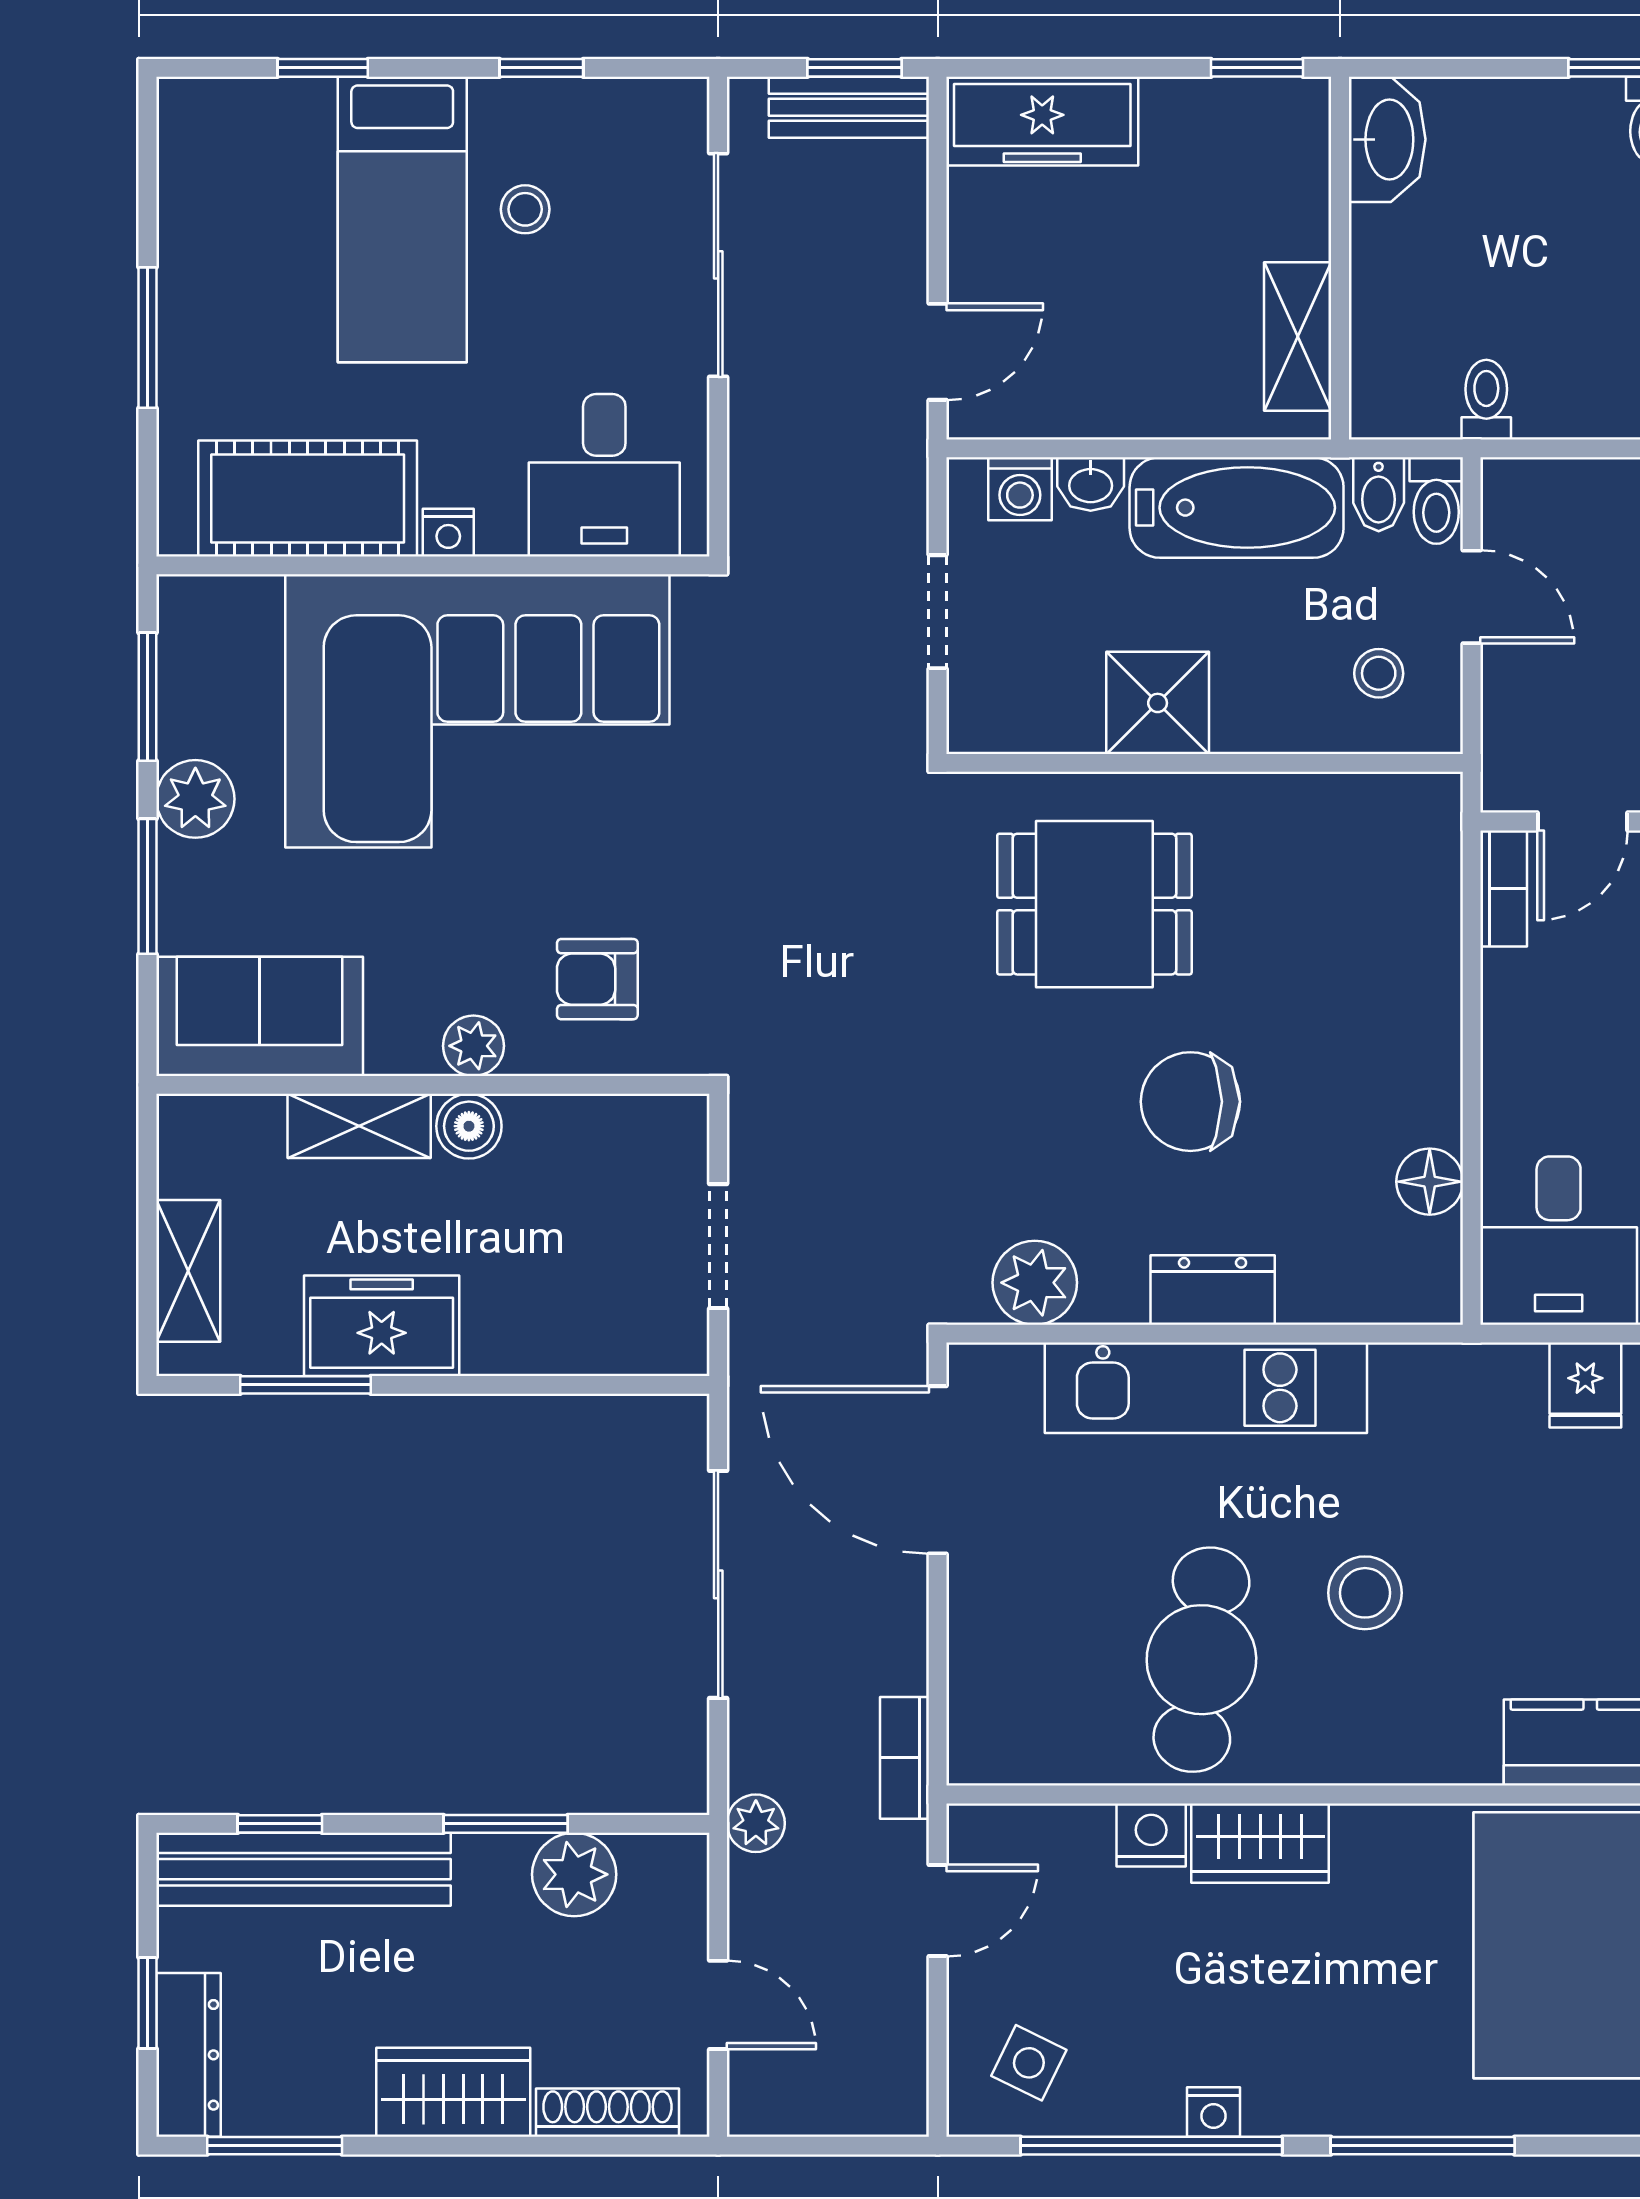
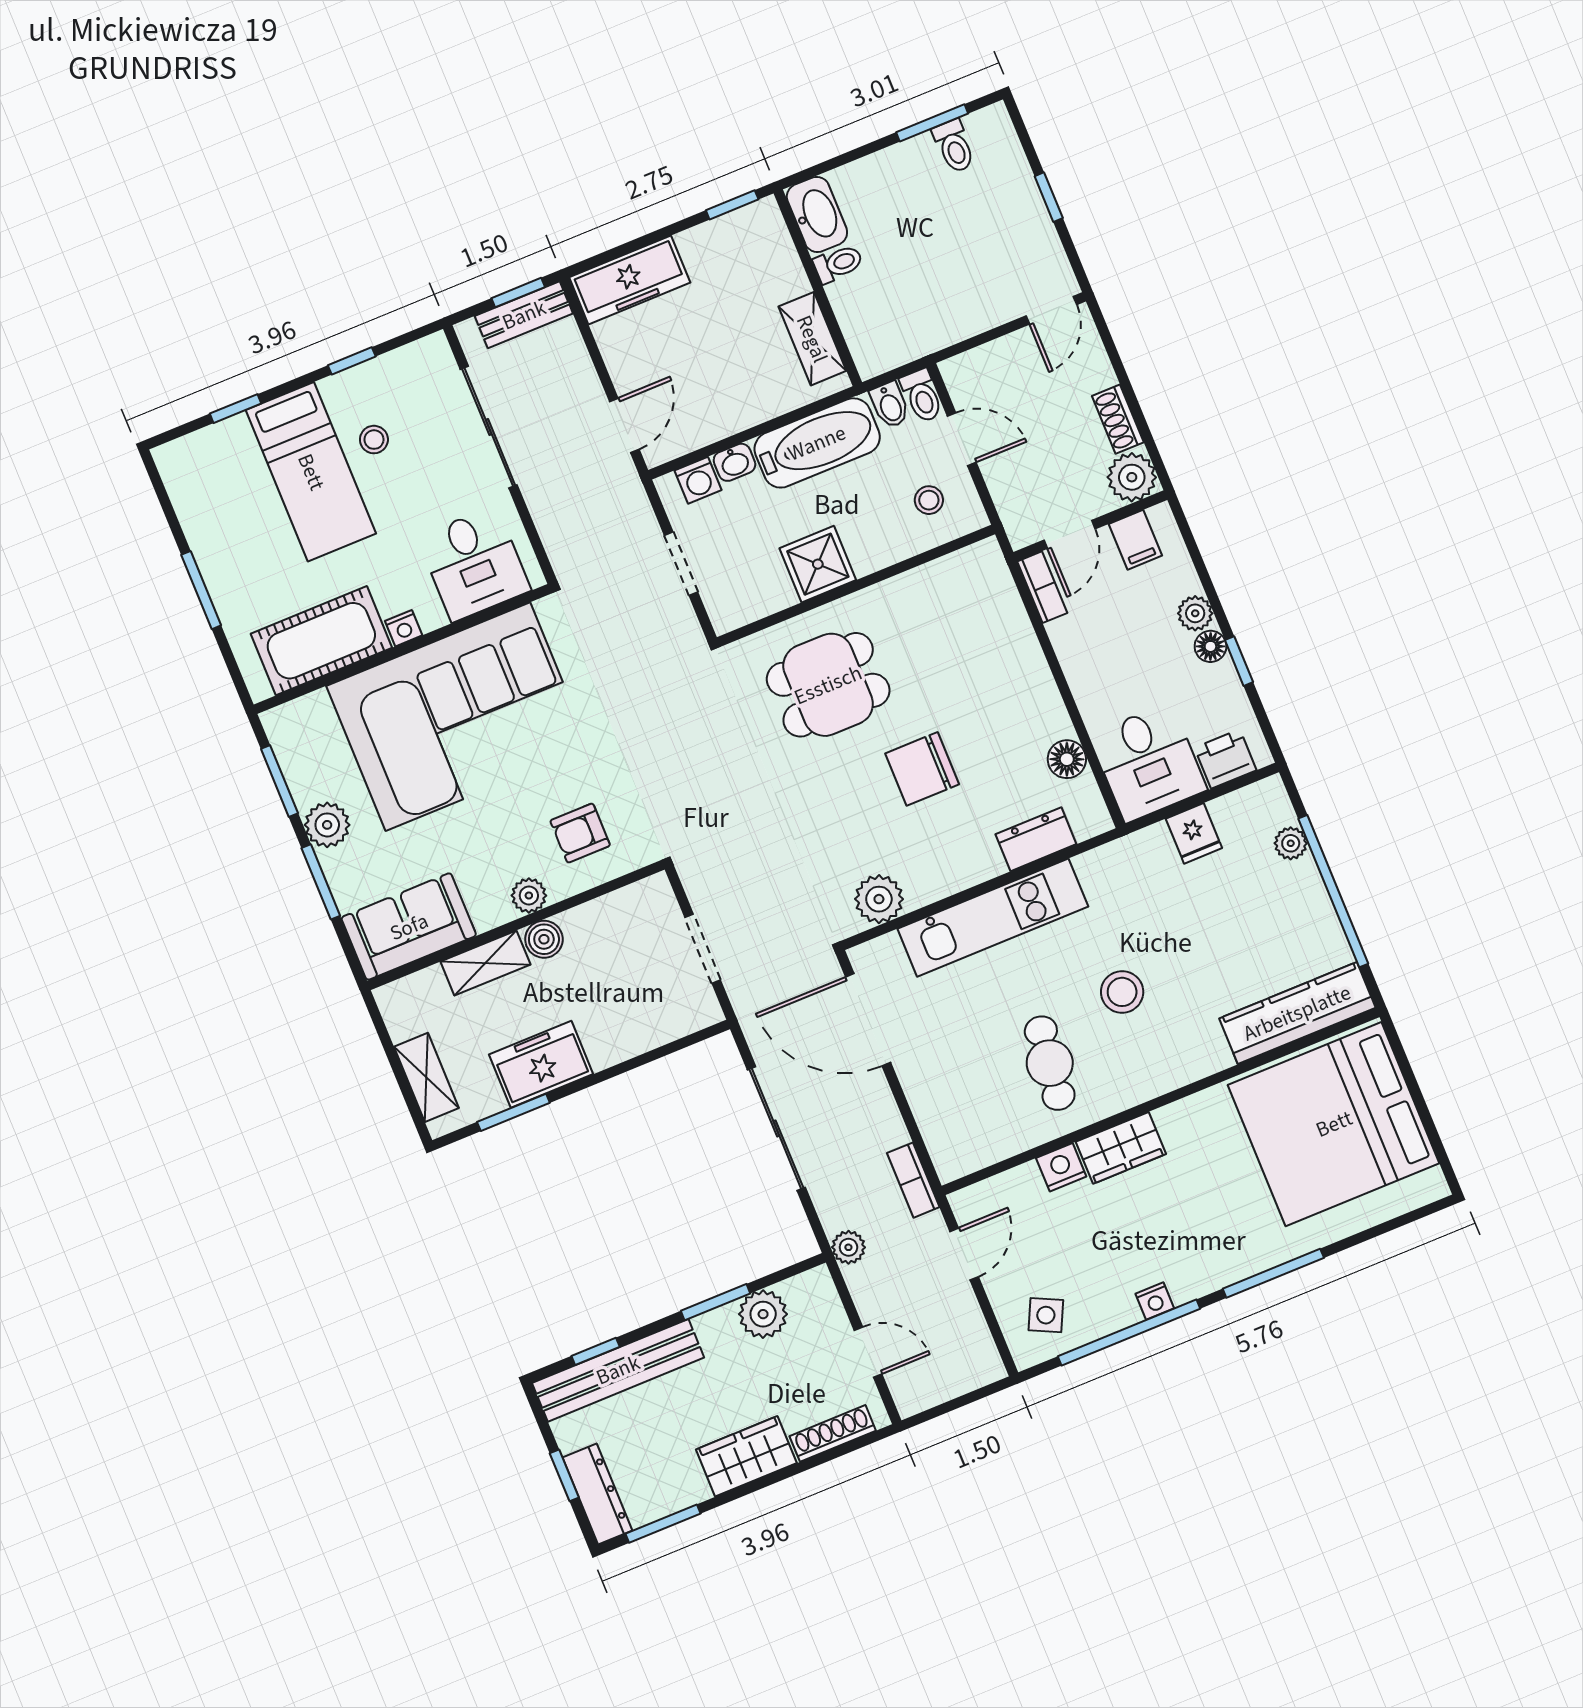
toilet: (1486, 400) -> (838, 264), moved, turned 90
dresser: (1213, 1290) -> (1036, 839), moved
cafe table: (1201, 1660) -> (1050, 1063), width x0.73, depth x0.74

